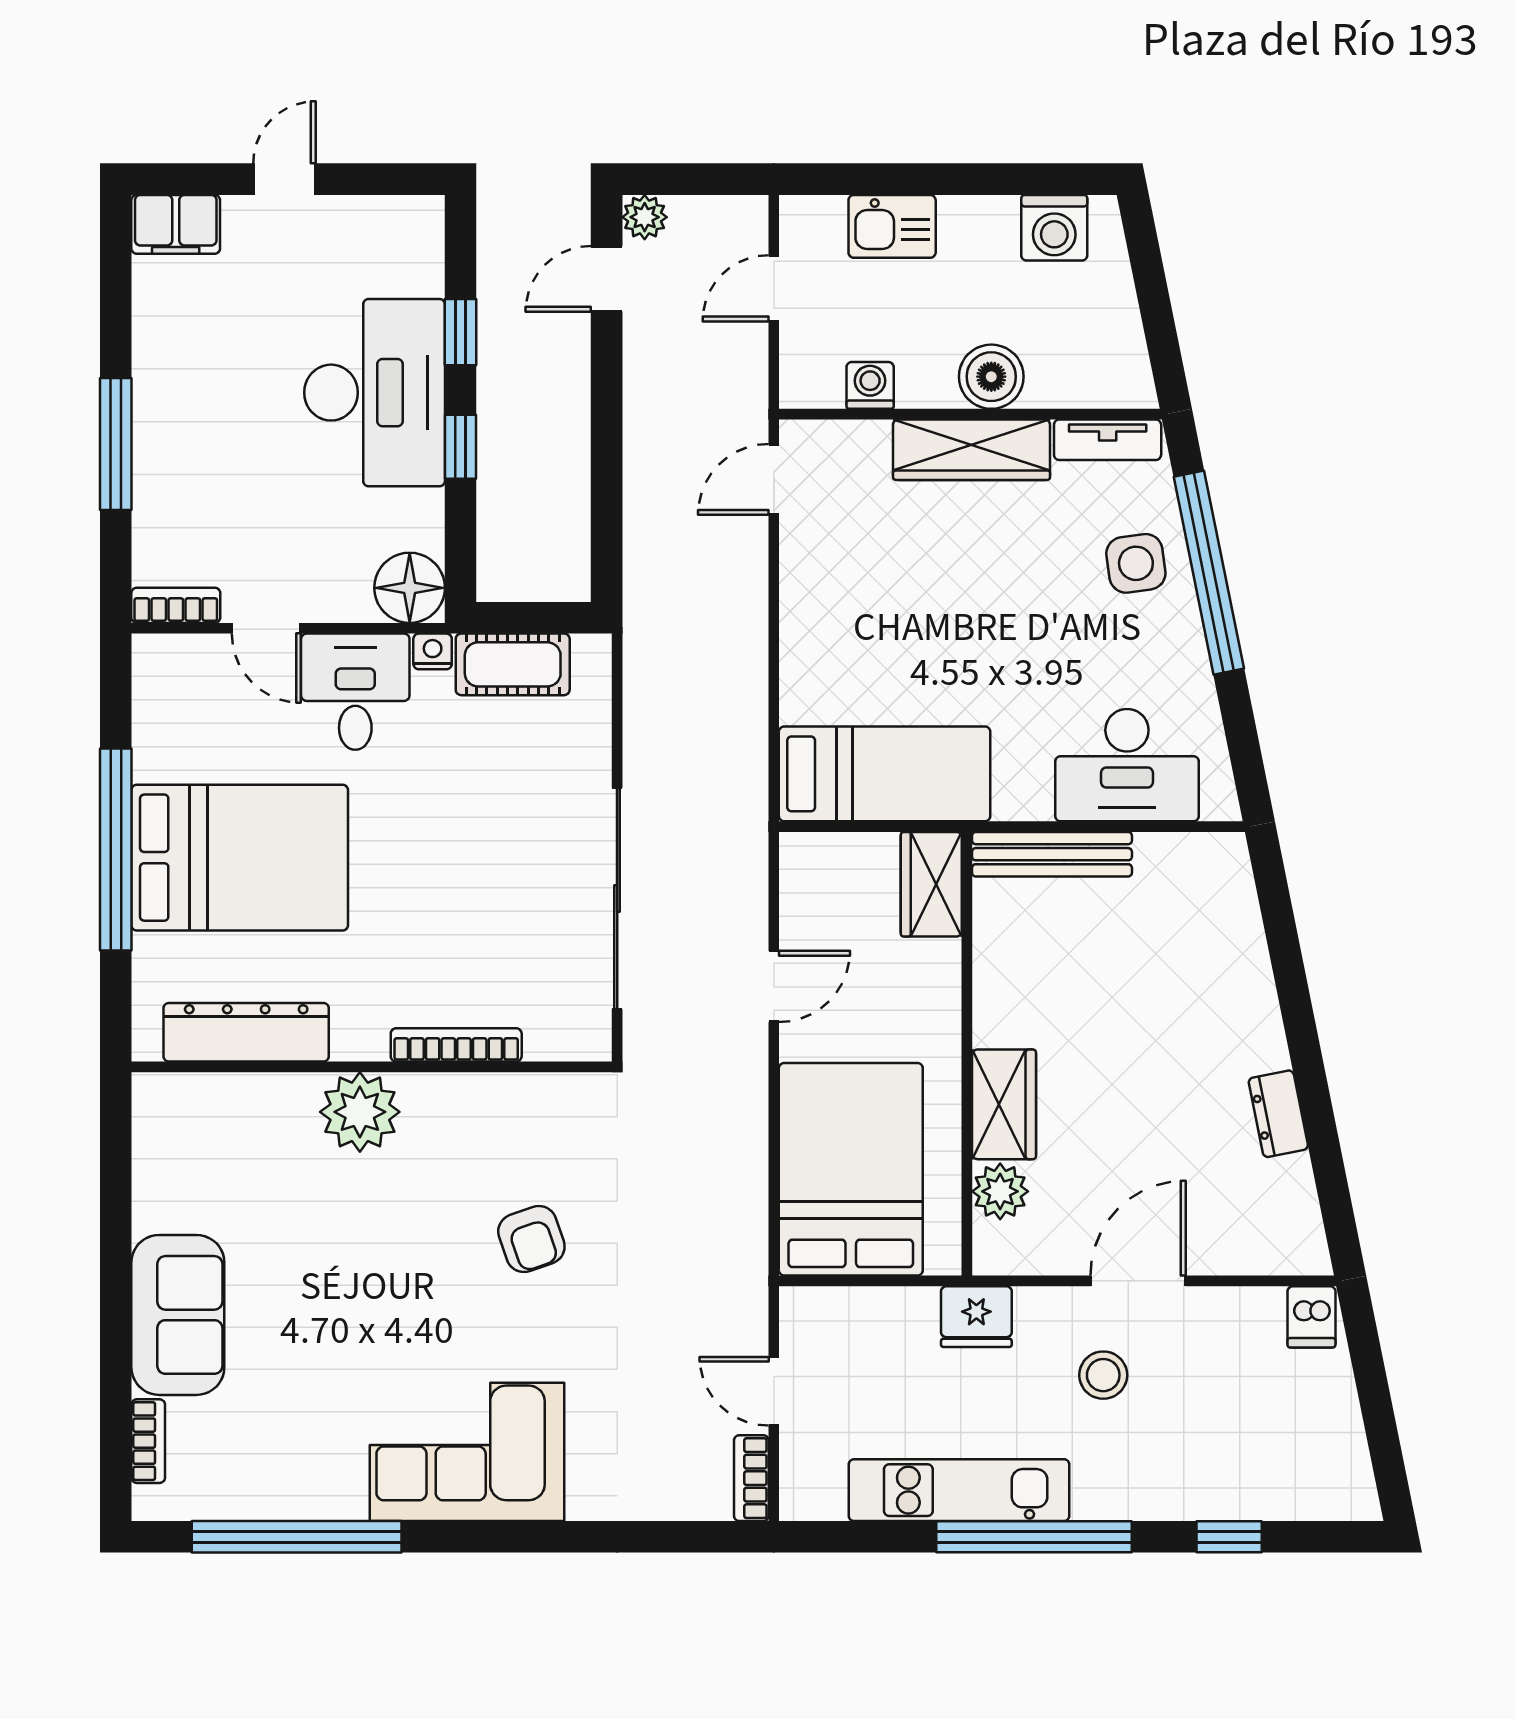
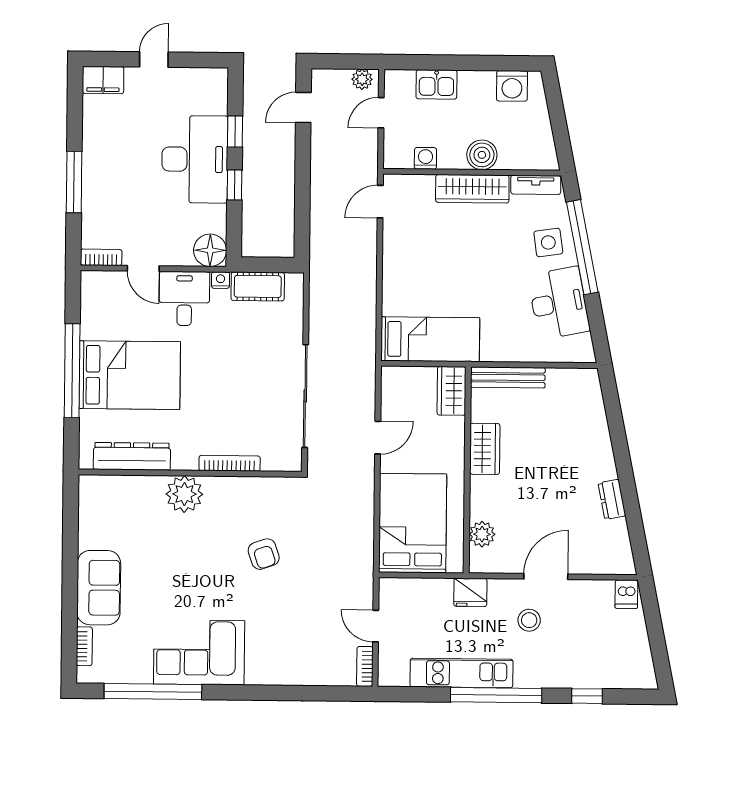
plant: (645, 217) -> (362, 79), moved
desk: (1127, 765) -> (559, 303), moved, turned -101
wardrobe: (1004, 1104) -> (485, 449), moved
corner sofa: (467, 1452) -> (199, 652), moved

